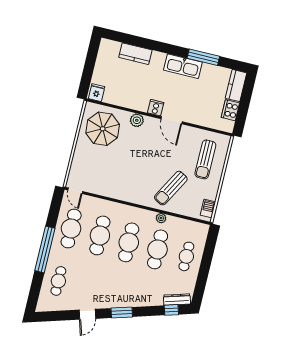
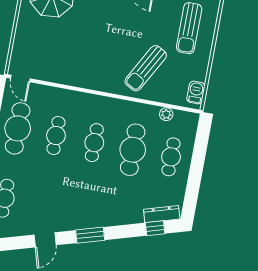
plant: (161, 218) -> (166, 114), moved
cafe table: (100, 235) -> (56, 136), width x0.73, depth x0.74
cafe table: (129, 242) -> (94, 143), width x0.73, depth x0.74

